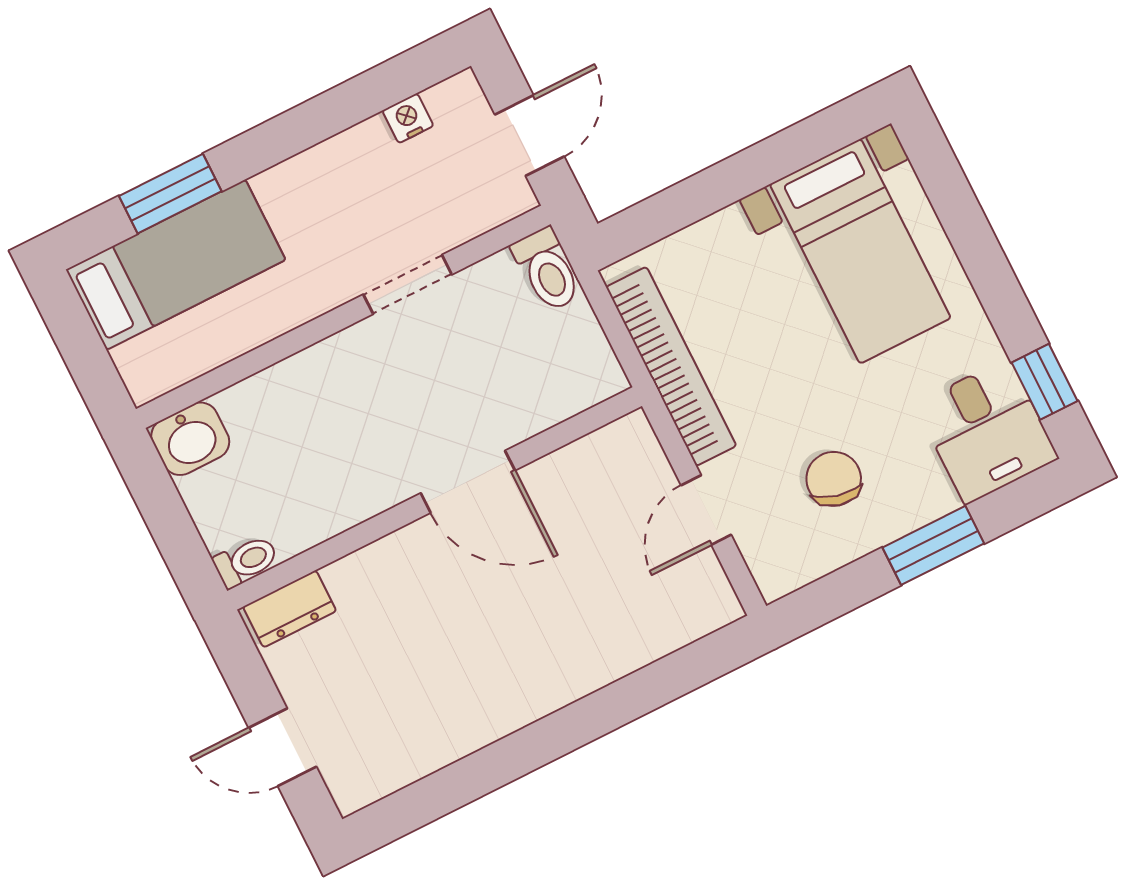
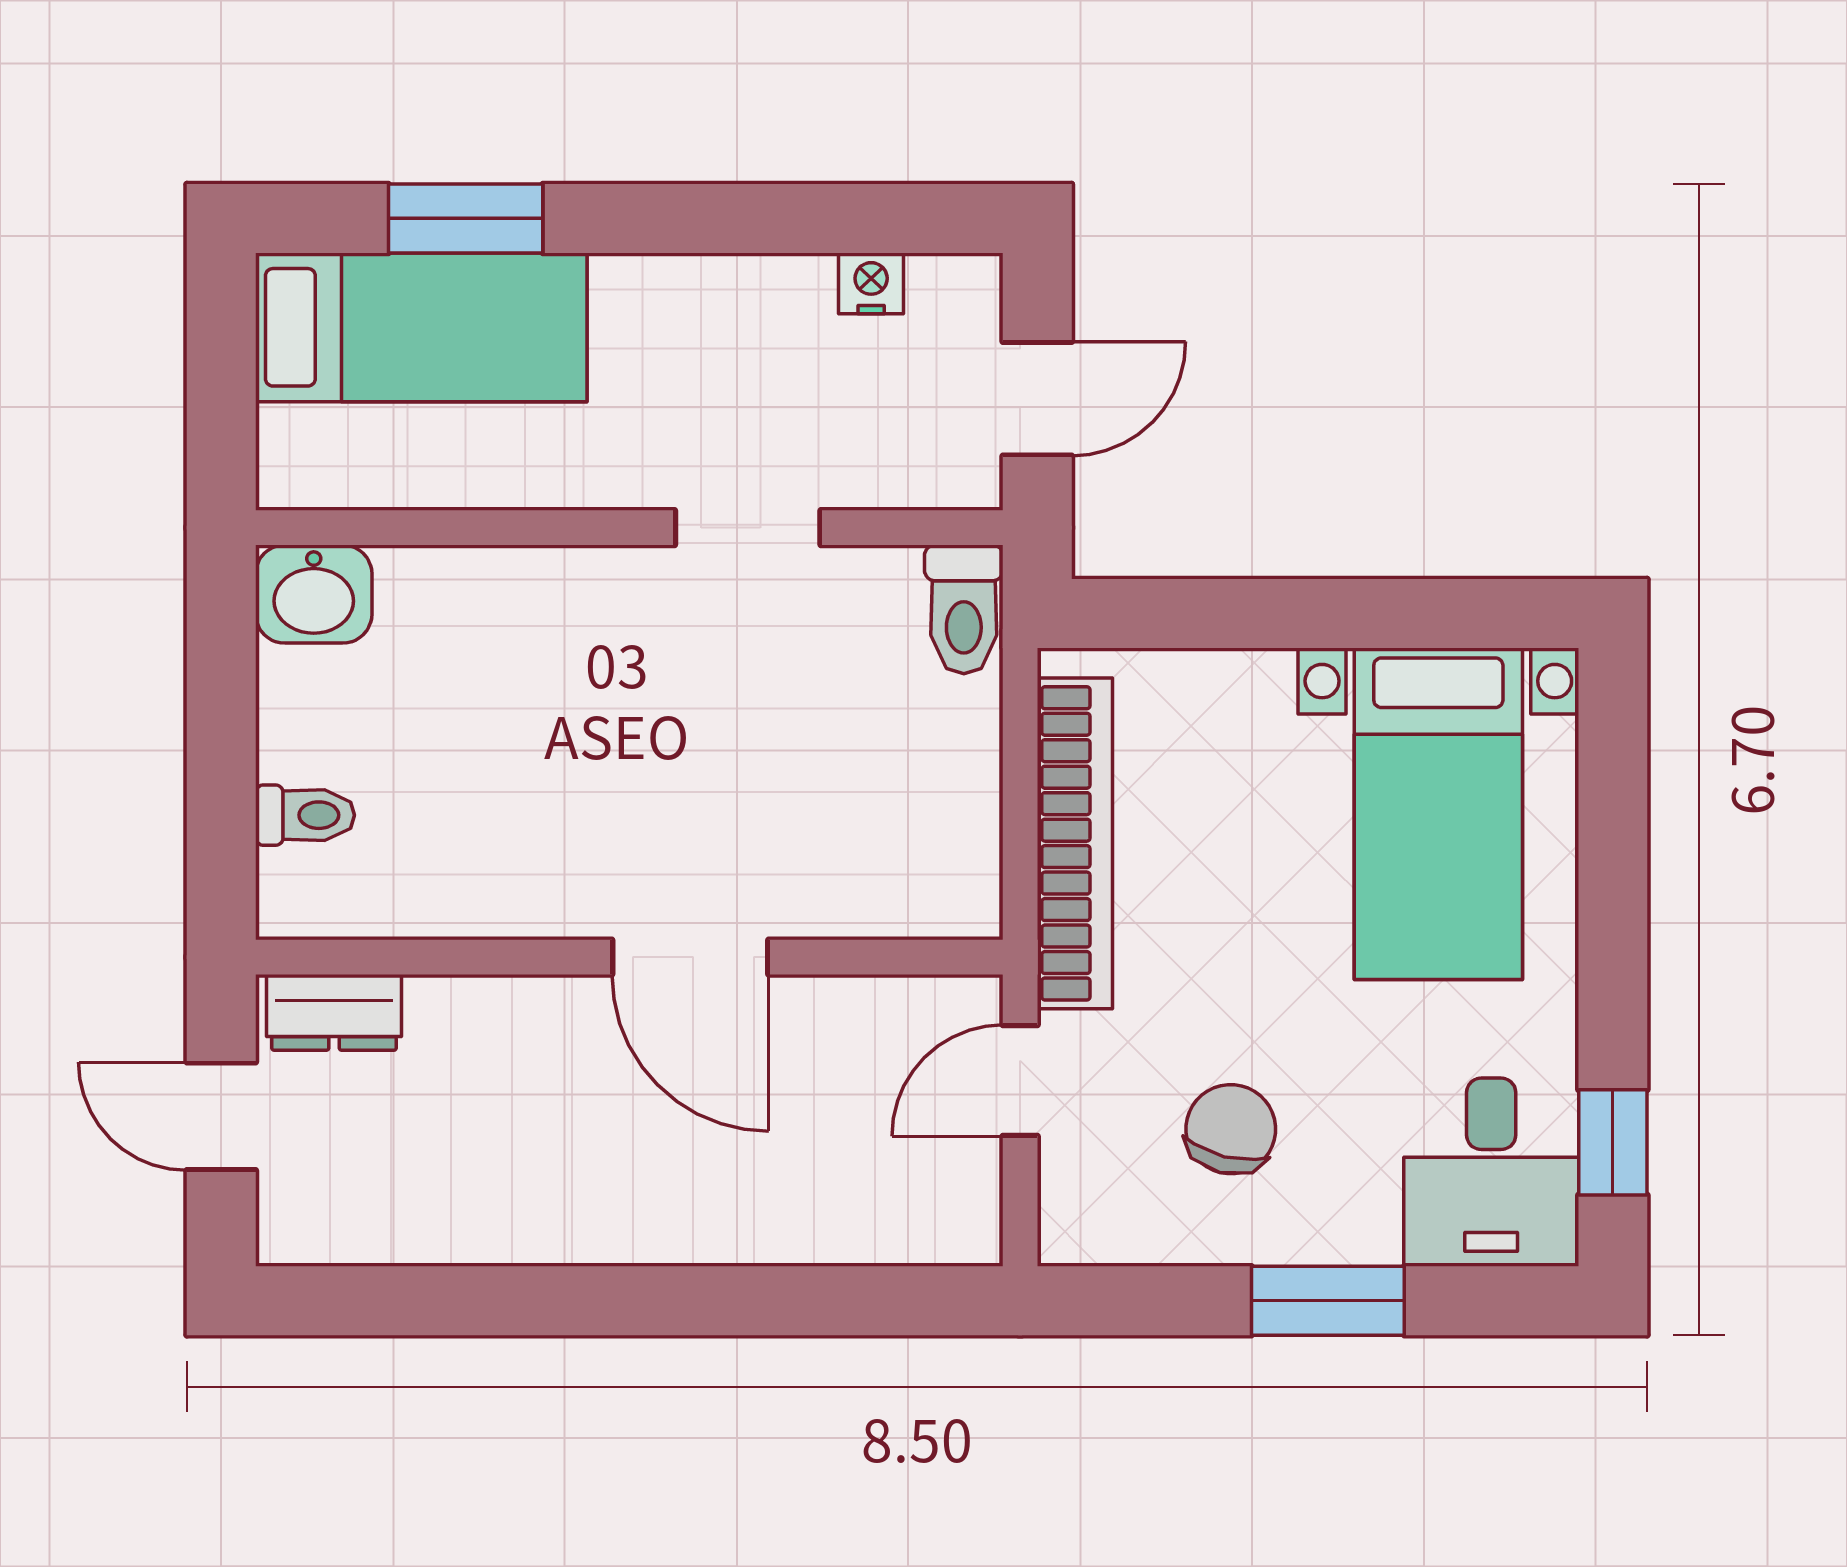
door: (468, 482) -> (690, 957), moved
wall: (435, 498) -> (629, 957), moved
dresser: (290, 609) -> (334, 1012), moved

